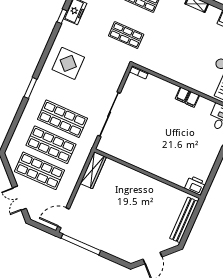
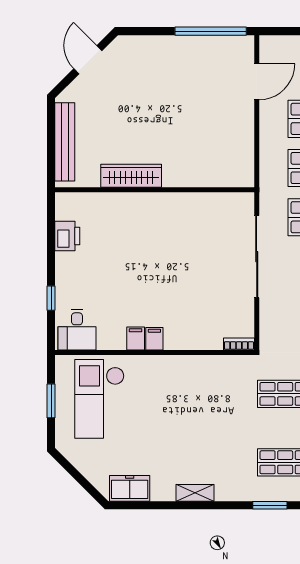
wardrobe: (93, 170) -> (131, 176), moved, turned 90
printer: (195, 185) -> (67, 236), moved, turned -90
door: (63, 218) -> (257, 82), moved

